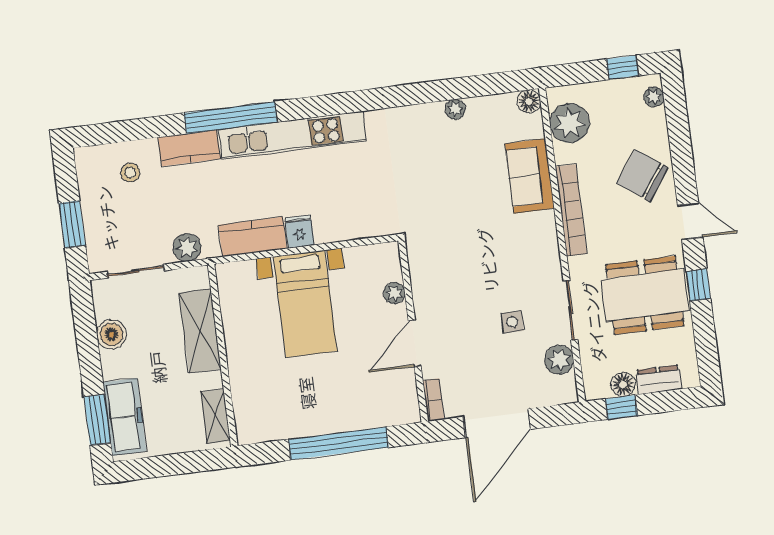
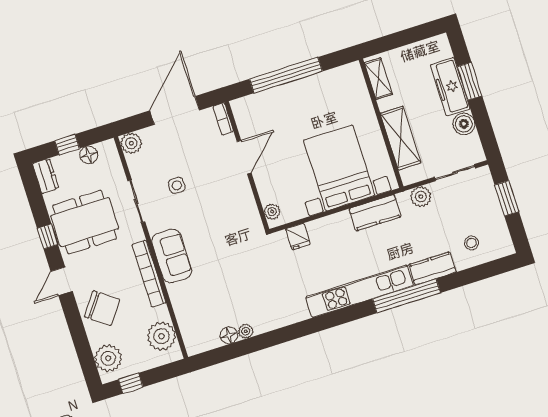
plant: (654, 97) -> (108, 358), width x1.88, depth x1.88
floor lamp: (529, 101) -> (229, 335), moved
sofa: (530, 176) -> (172, 256), moved
door: (690, 221) -> (62, 281), hinge flipped
fridge: (300, 232) -> (298, 237), moved
plant: (394, 293) -> (272, 212), moved
bed with nightstands: (305, 304) -> (339, 168), width x1.36
plant: (559, 360) -> (131, 143), moved
dresser: (659, 380) -> (46, 176), moved, turned -90
window: (621, 407) -> (67, 145), moved
freezer: (125, 417) -> (450, 87), moved
window: (97, 420) -> (470, 81), moved

